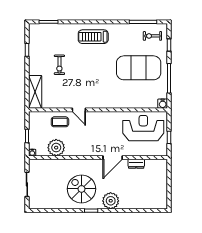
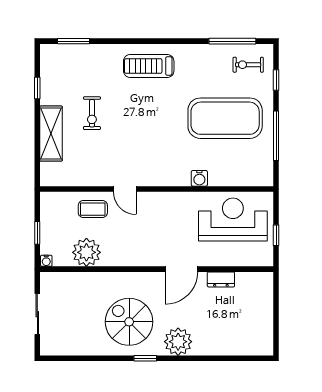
shelving: (35, 92) -> (51, 134), moved
water cooler: (163, 104) -> (199, 178), moved

